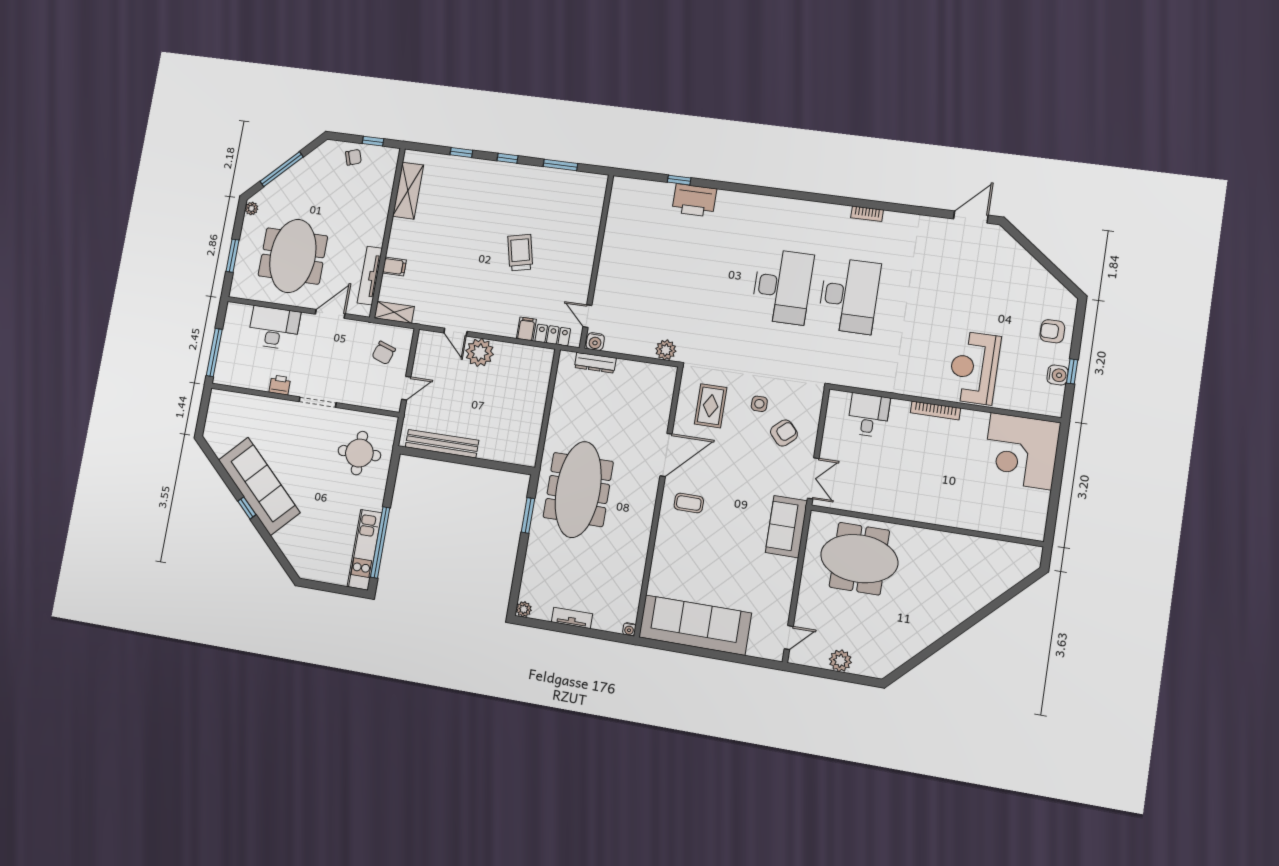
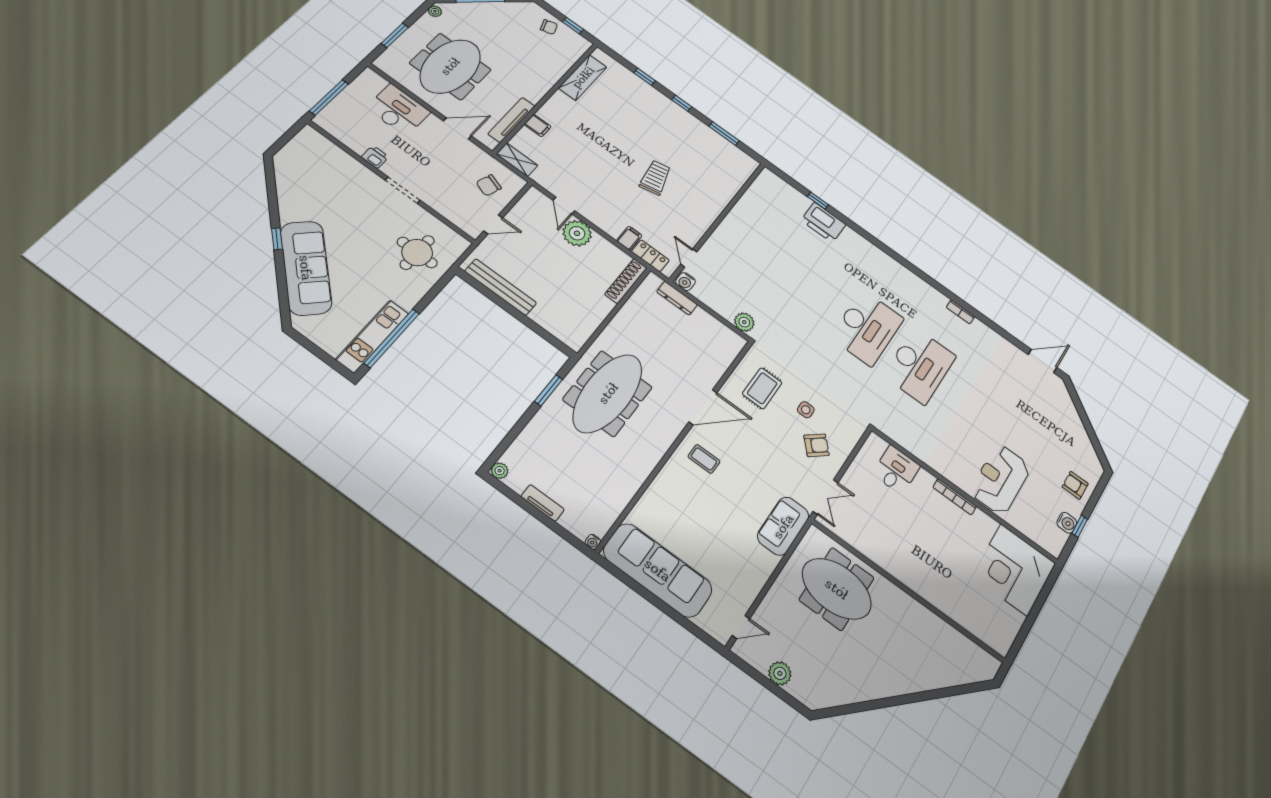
shoe rack: (543, 373) -> (626, 281), added
sofa: (259, 486) -> (306, 268), moved

